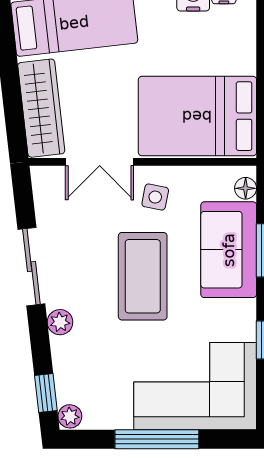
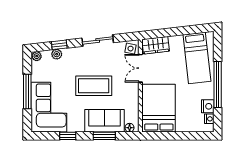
wardrobe: (41, 108) -> (156, 45), width x0.67
side table: (155, 197) -> (131, 49), moved
plant: (60, 322) -> (57, 54), moved
window: (46, 393) -> (59, 45), moved

